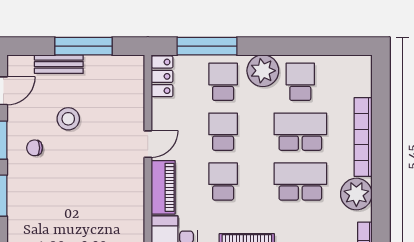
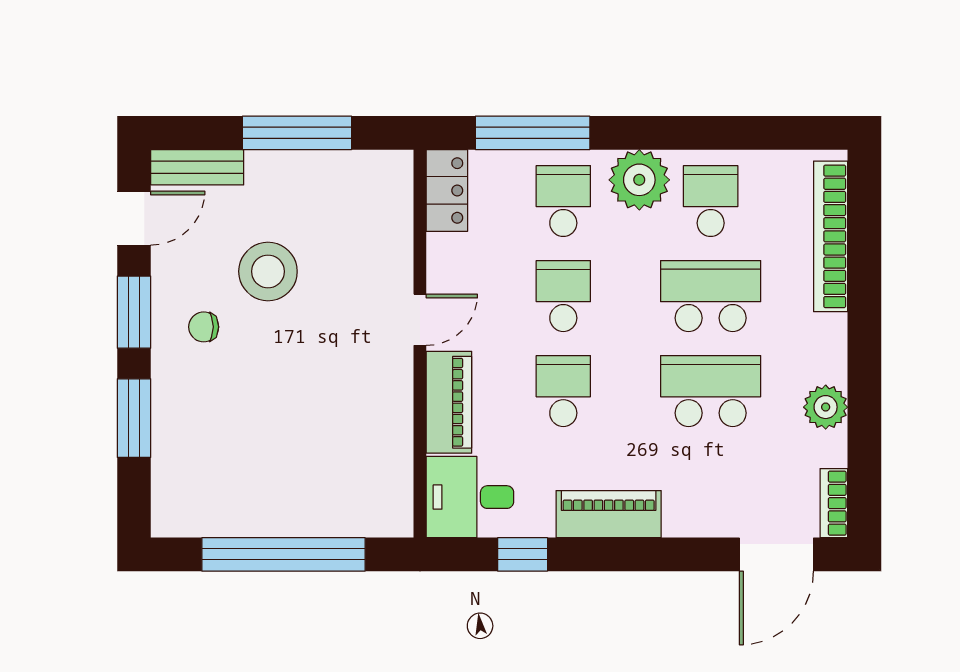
bench: (59, 64) -> (197, 167), moved
stool: (68, 119) -> (268, 271), width x1.38, depth x1.38
bookcase: (363, 137) -> (831, 236), moved
plant: (356, 194) -> (826, 407), width x0.73, depth x0.73

